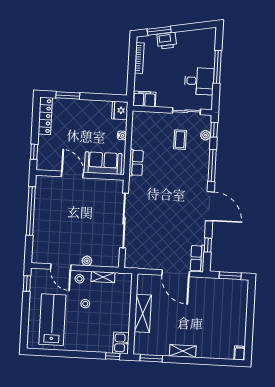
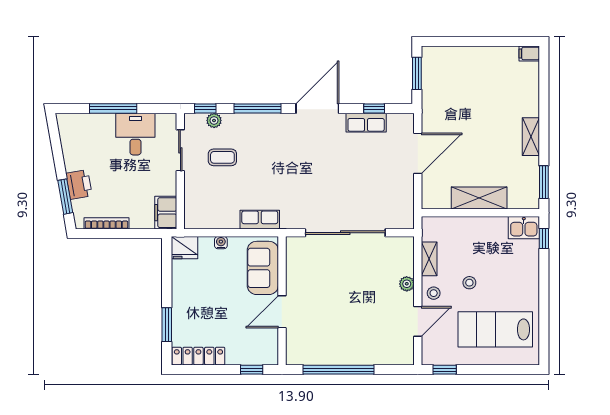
row of seats: (197, 258) -> (366, 123), moved

